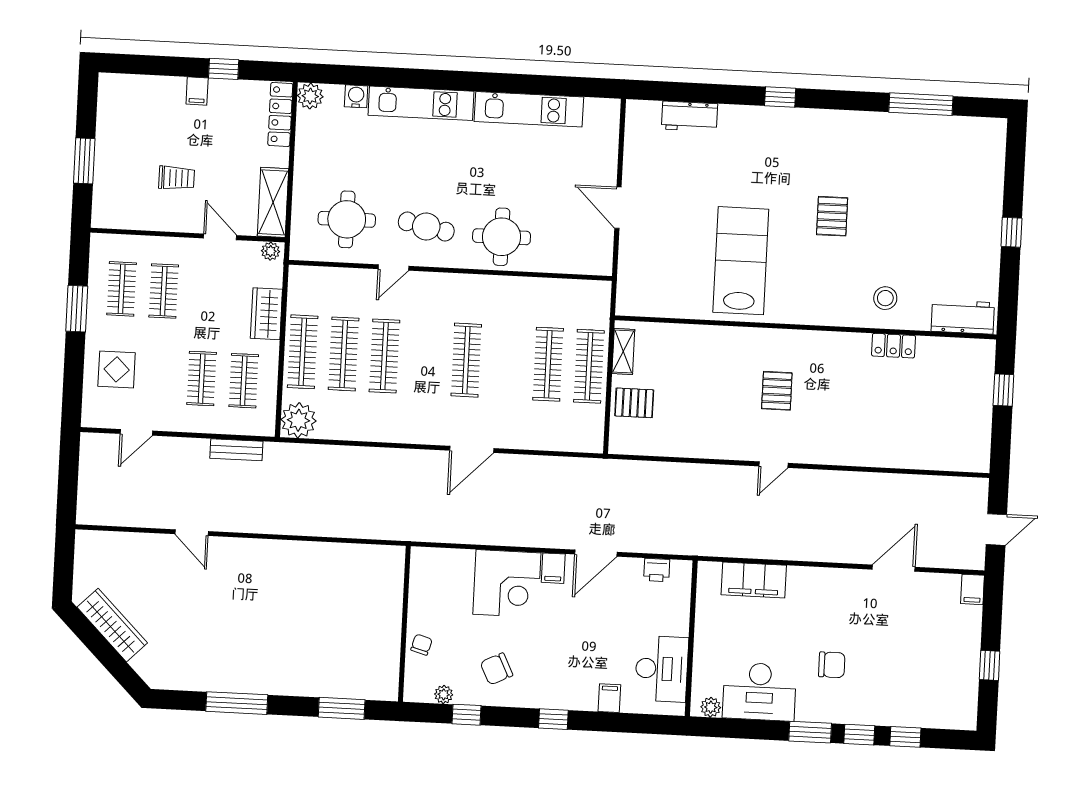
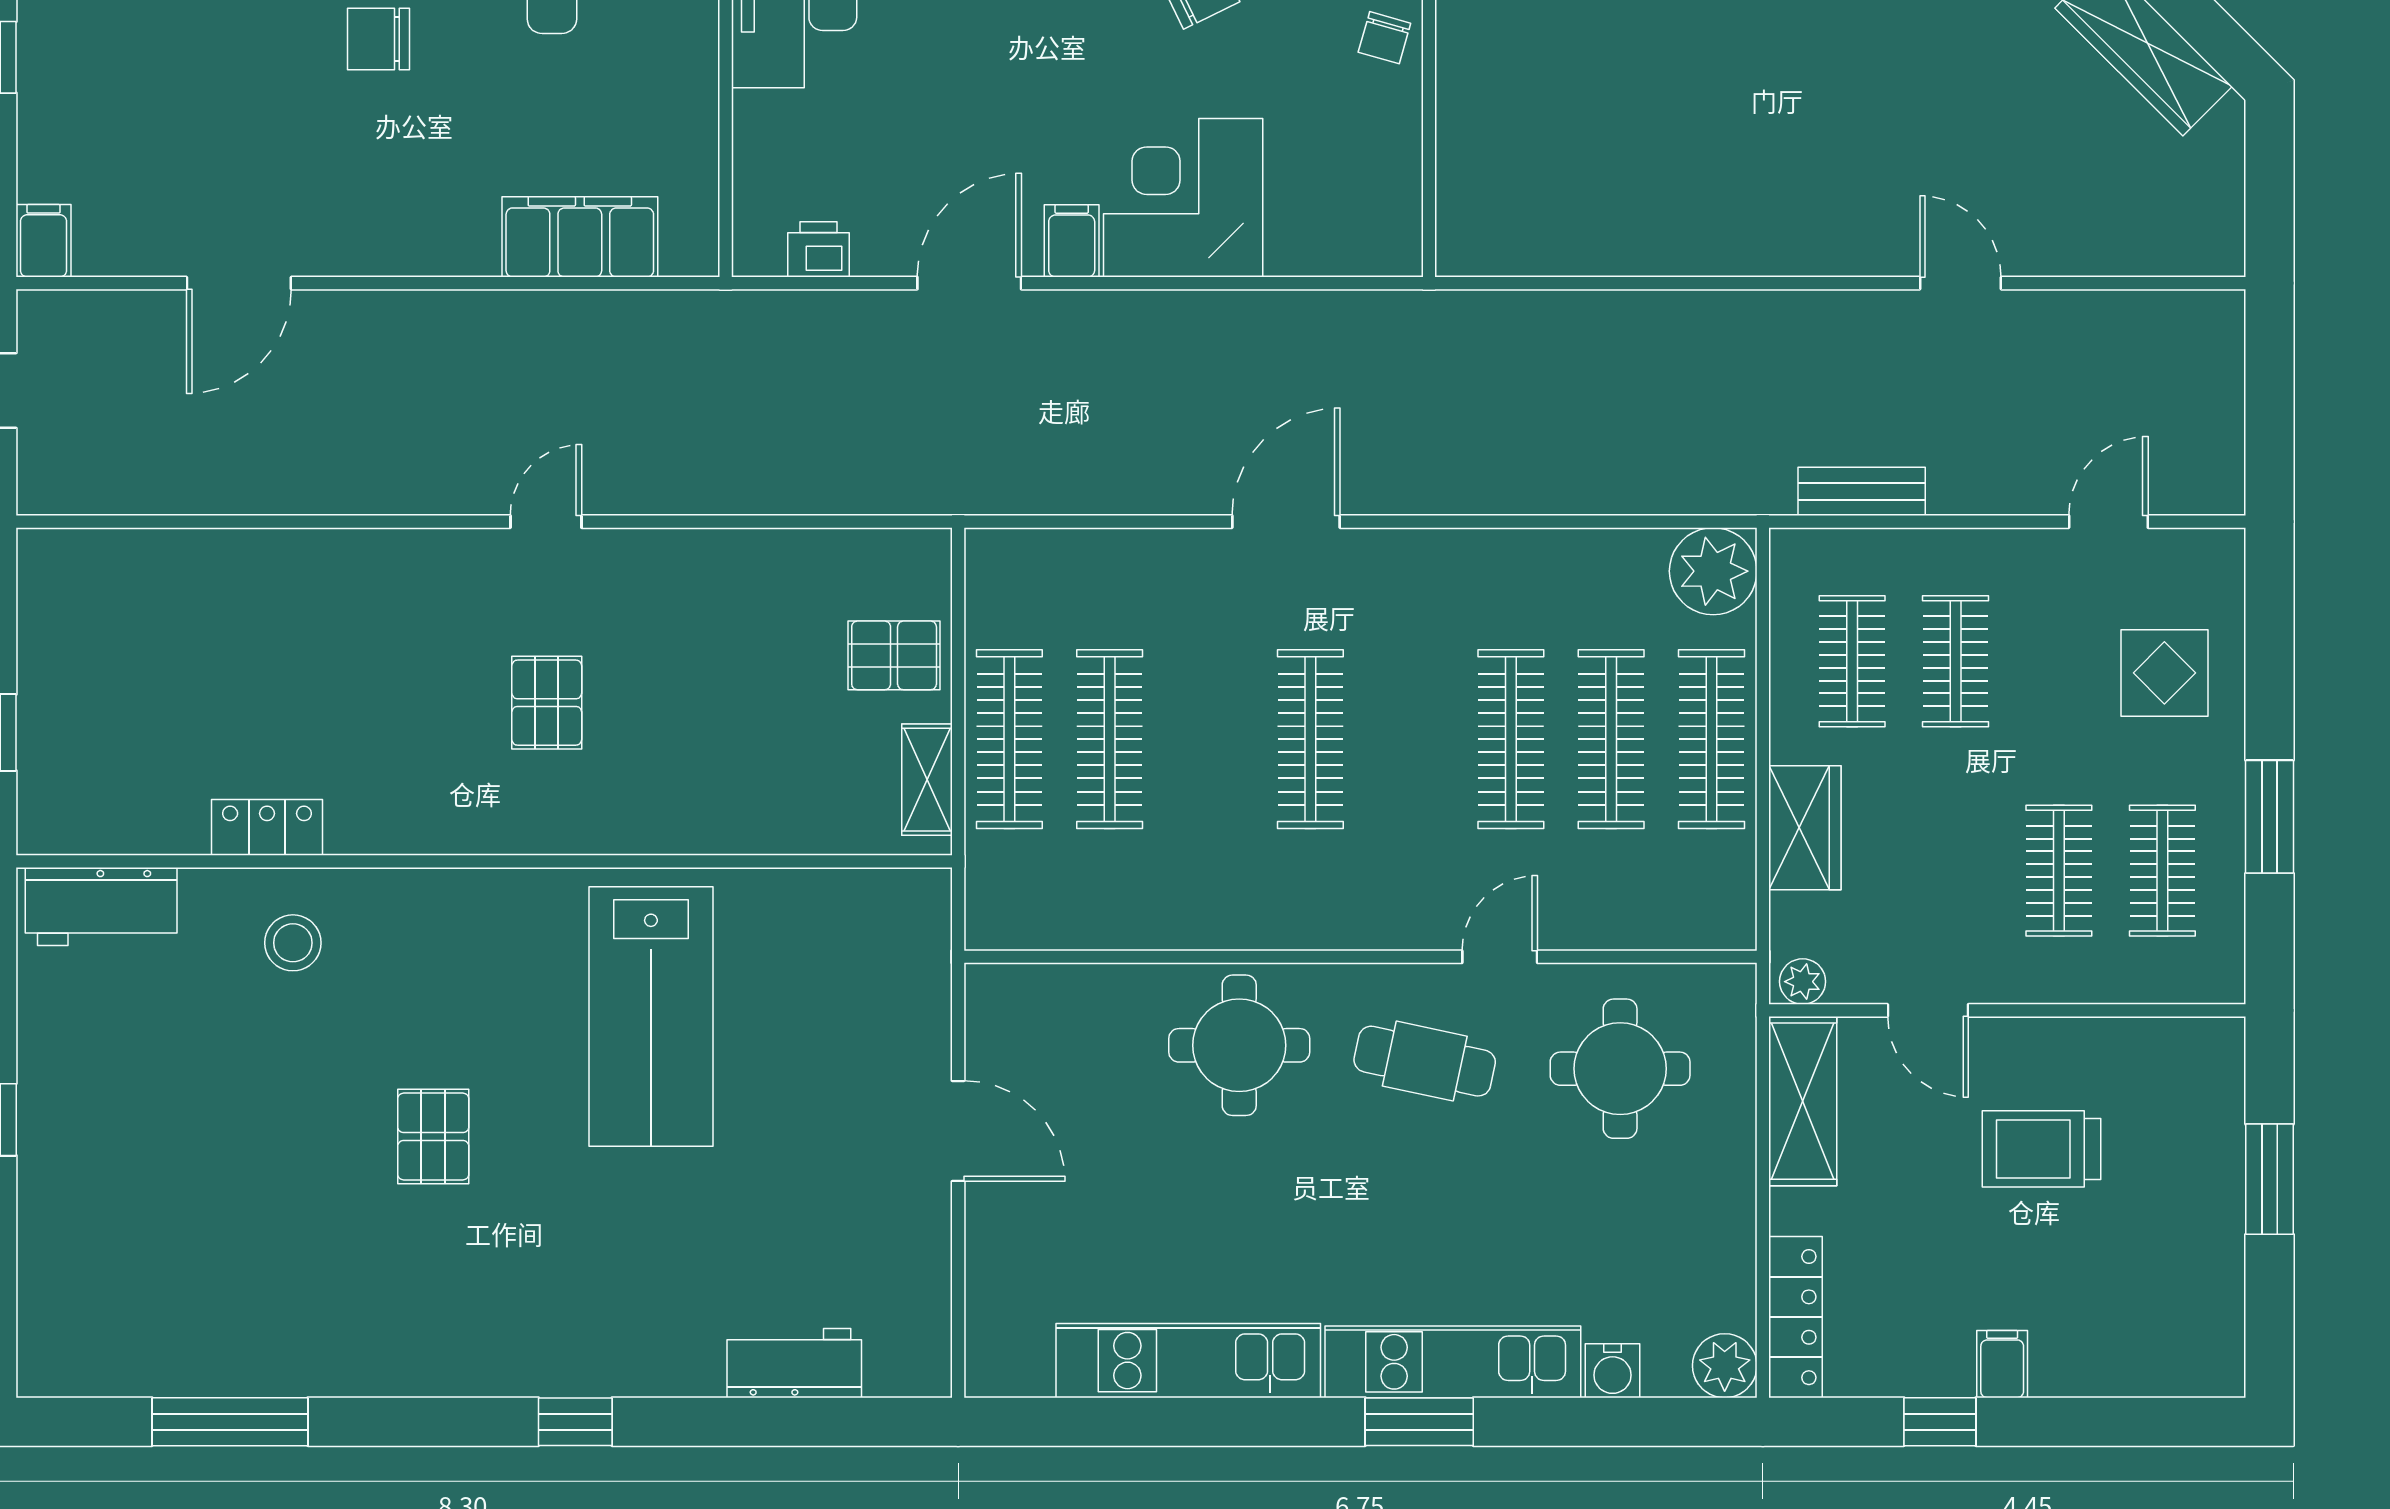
window: (436, 80) -> (1419, 1422), added
trolley: (177, 178) -> (2041, 1149), width x1.36, depth x1.39

